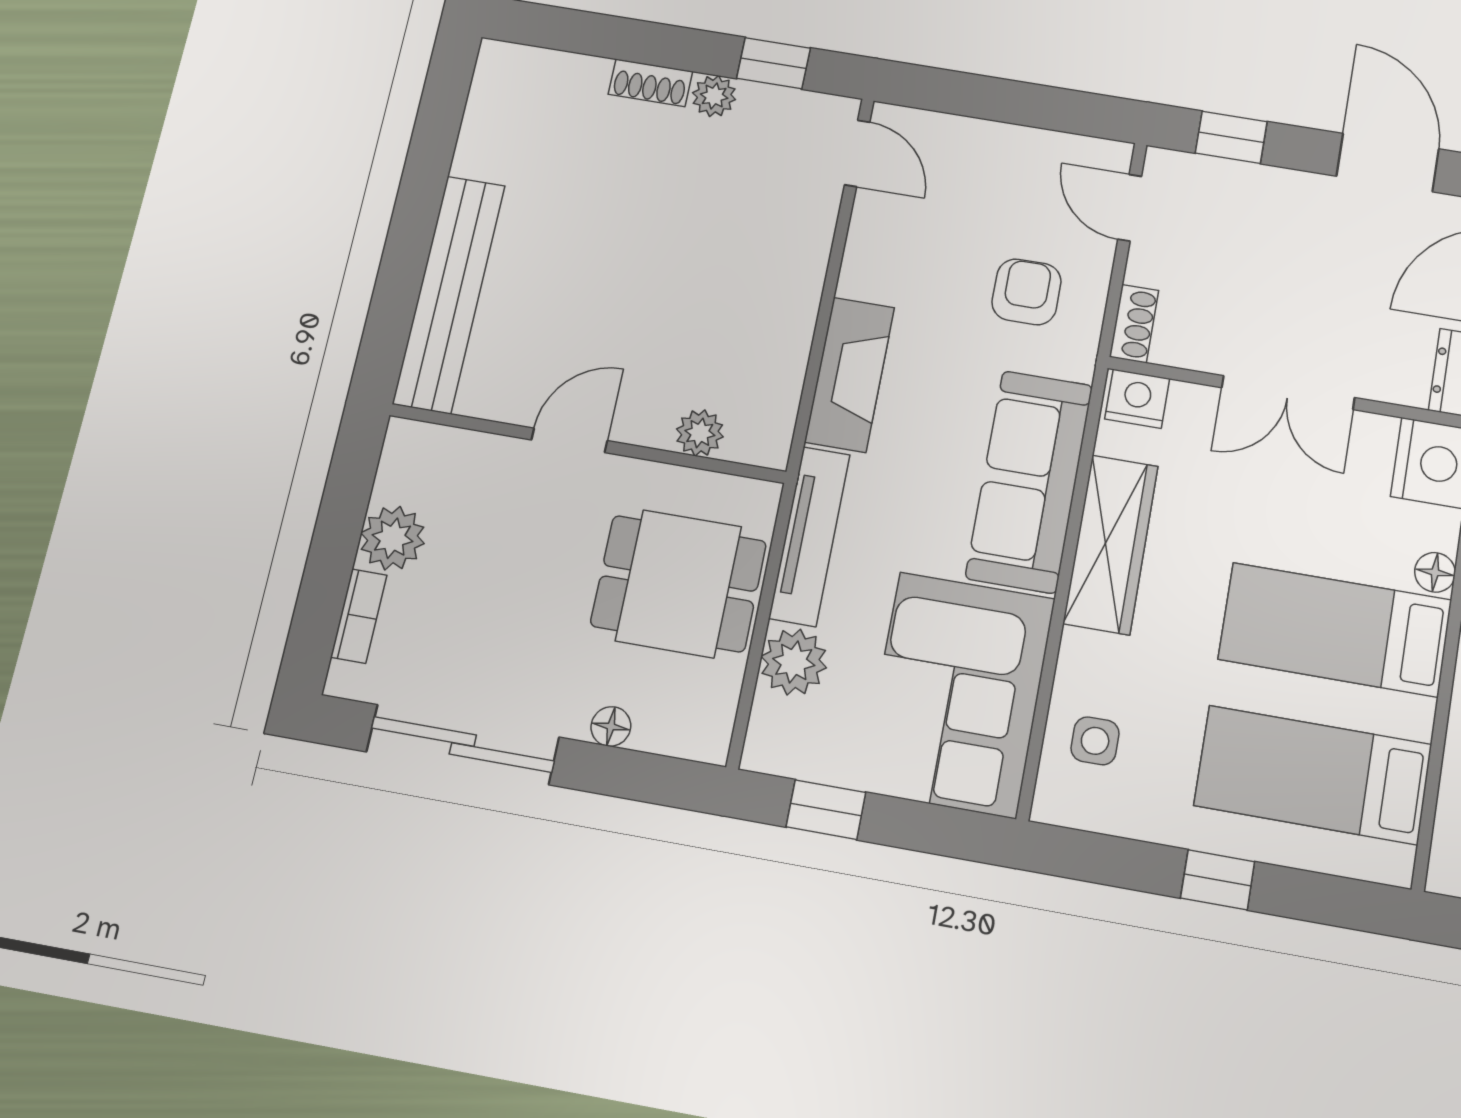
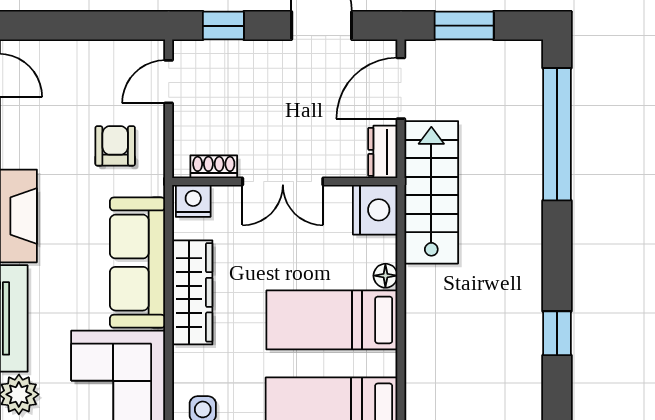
door: (1130, 208) -> (169, 82), hinge flipped
shoe rack: (1134, 324) -> (214, 167), moved, turned -90

